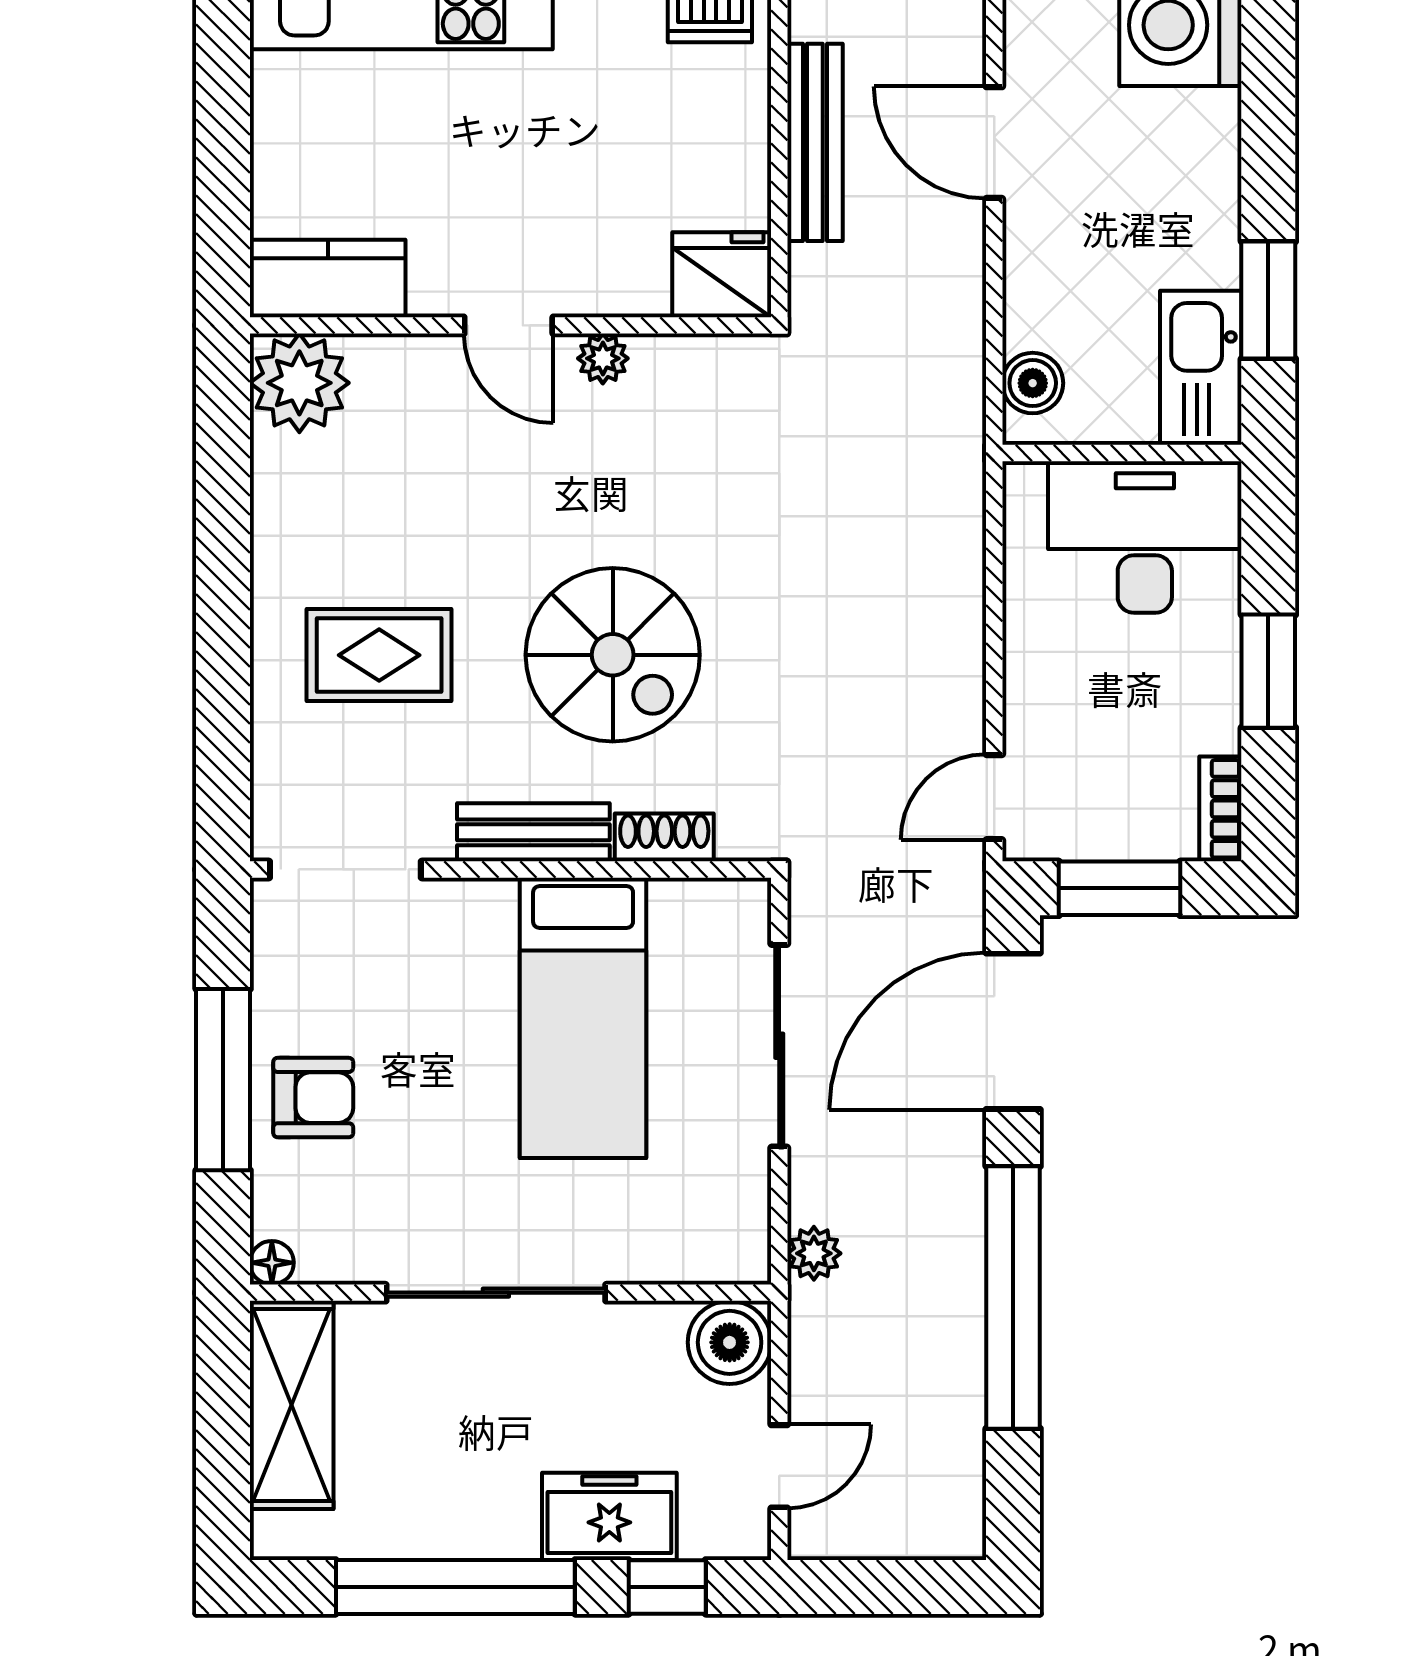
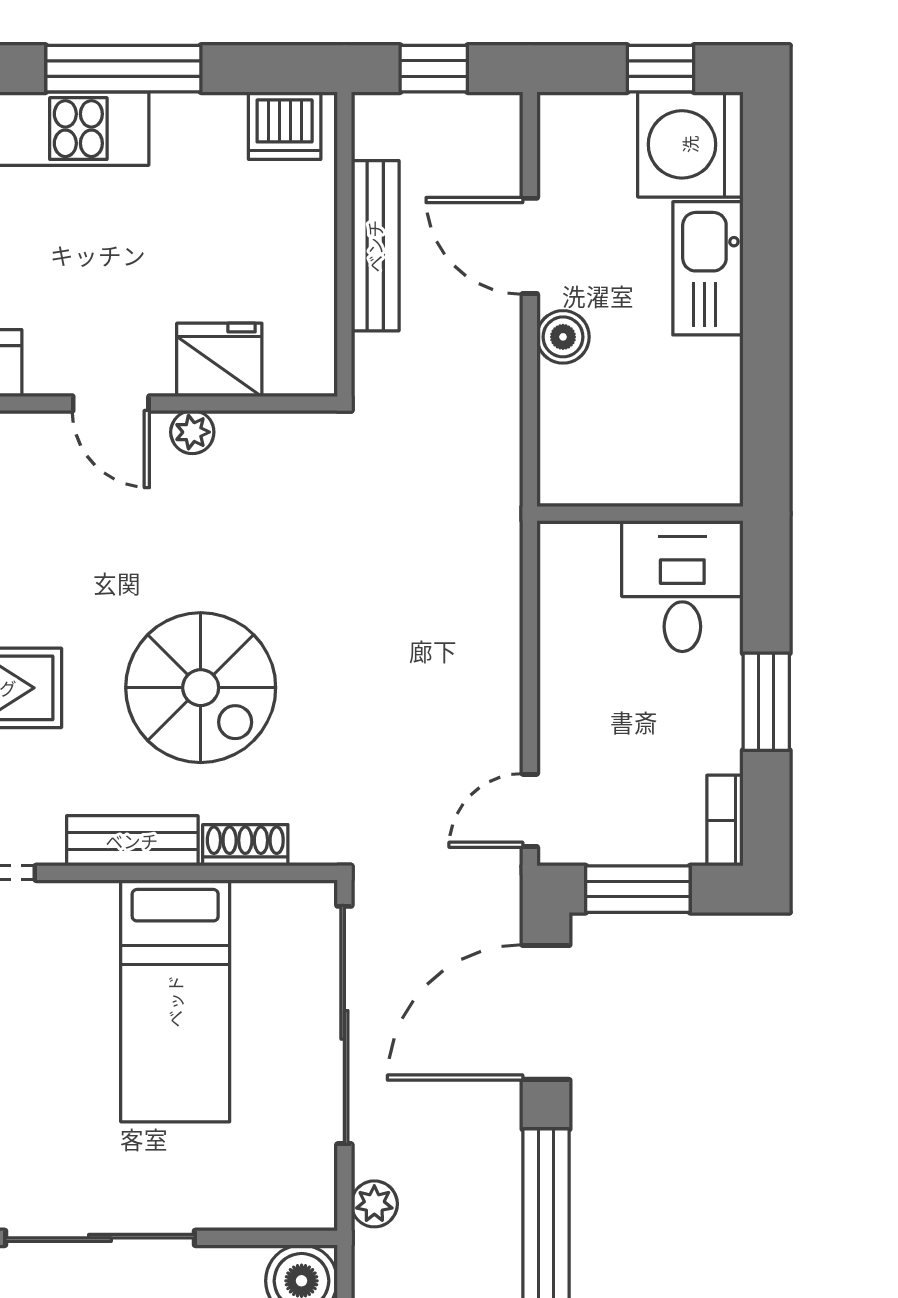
fridge: (722, 275) -> (219, 360), moved
window: (1268, 300) -> (766, 382), removed
kitchen sink: (1201, 368) -> (708, 268), moved
boiler: (1033, 383) -> (563, 337), moved
desk: (1145, 537) -> (682, 586), width x0.73
sliding door: (779, 1046) -> (344, 1025), width x1.36

